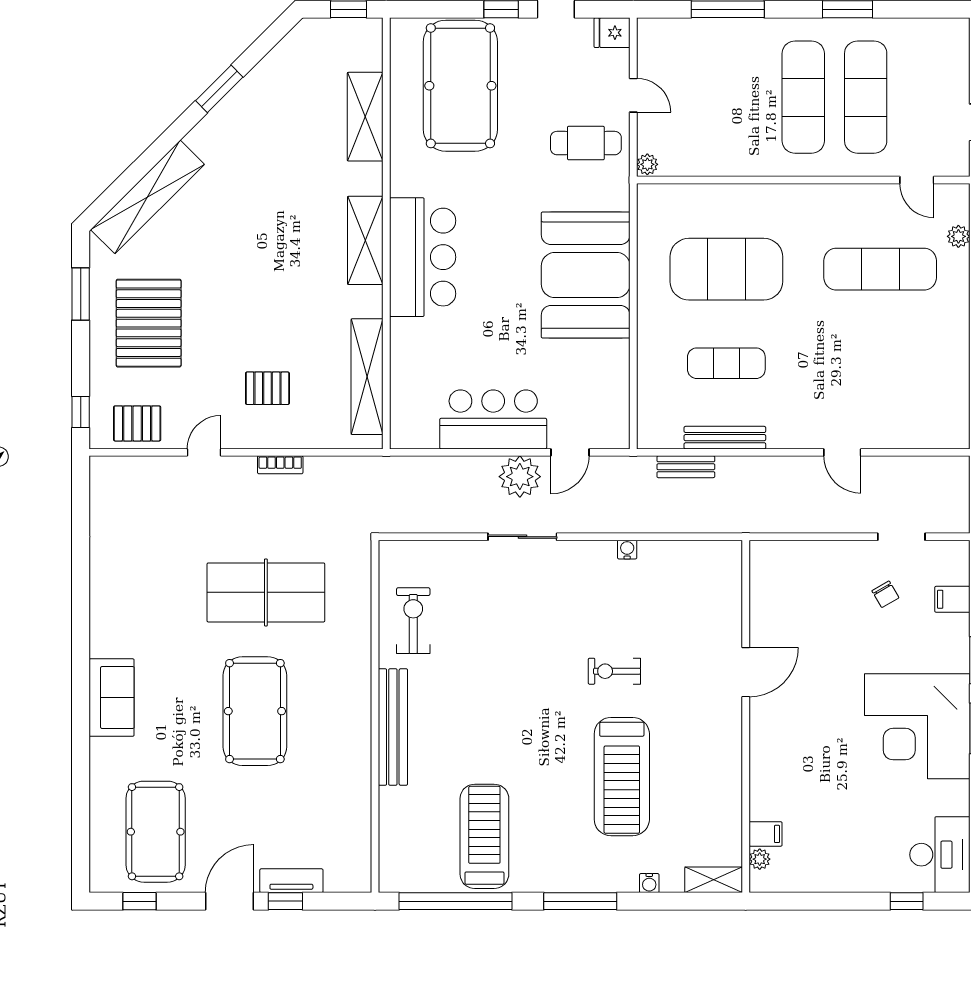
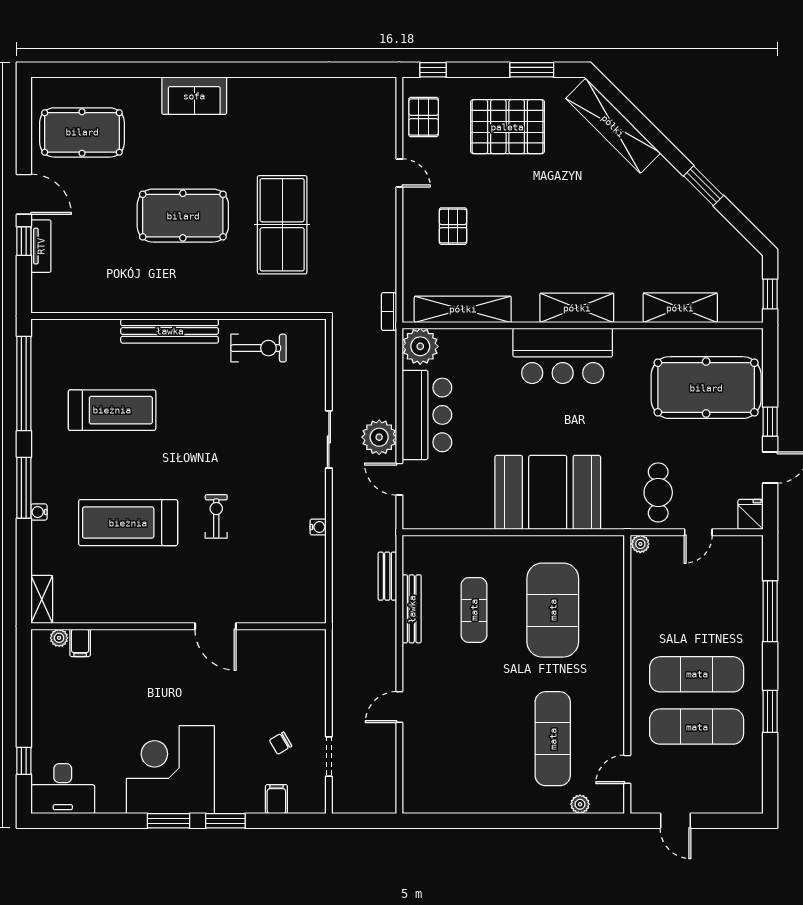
plant: (411, 427) -> (420, 346), added
bookcase: (280, 465) -> (389, 311), moved
treadmill: (484, 836) -> (112, 410), moved
water cooler: (649, 883) -> (39, 512), moved
window: (139, 901) -> (24, 119), removed

